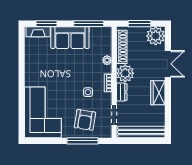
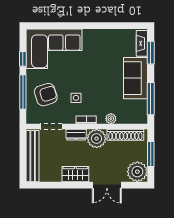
armchair: (85, 120) -> (46, 95), turned 153
window: (52, 141) -> (23, 59), added

